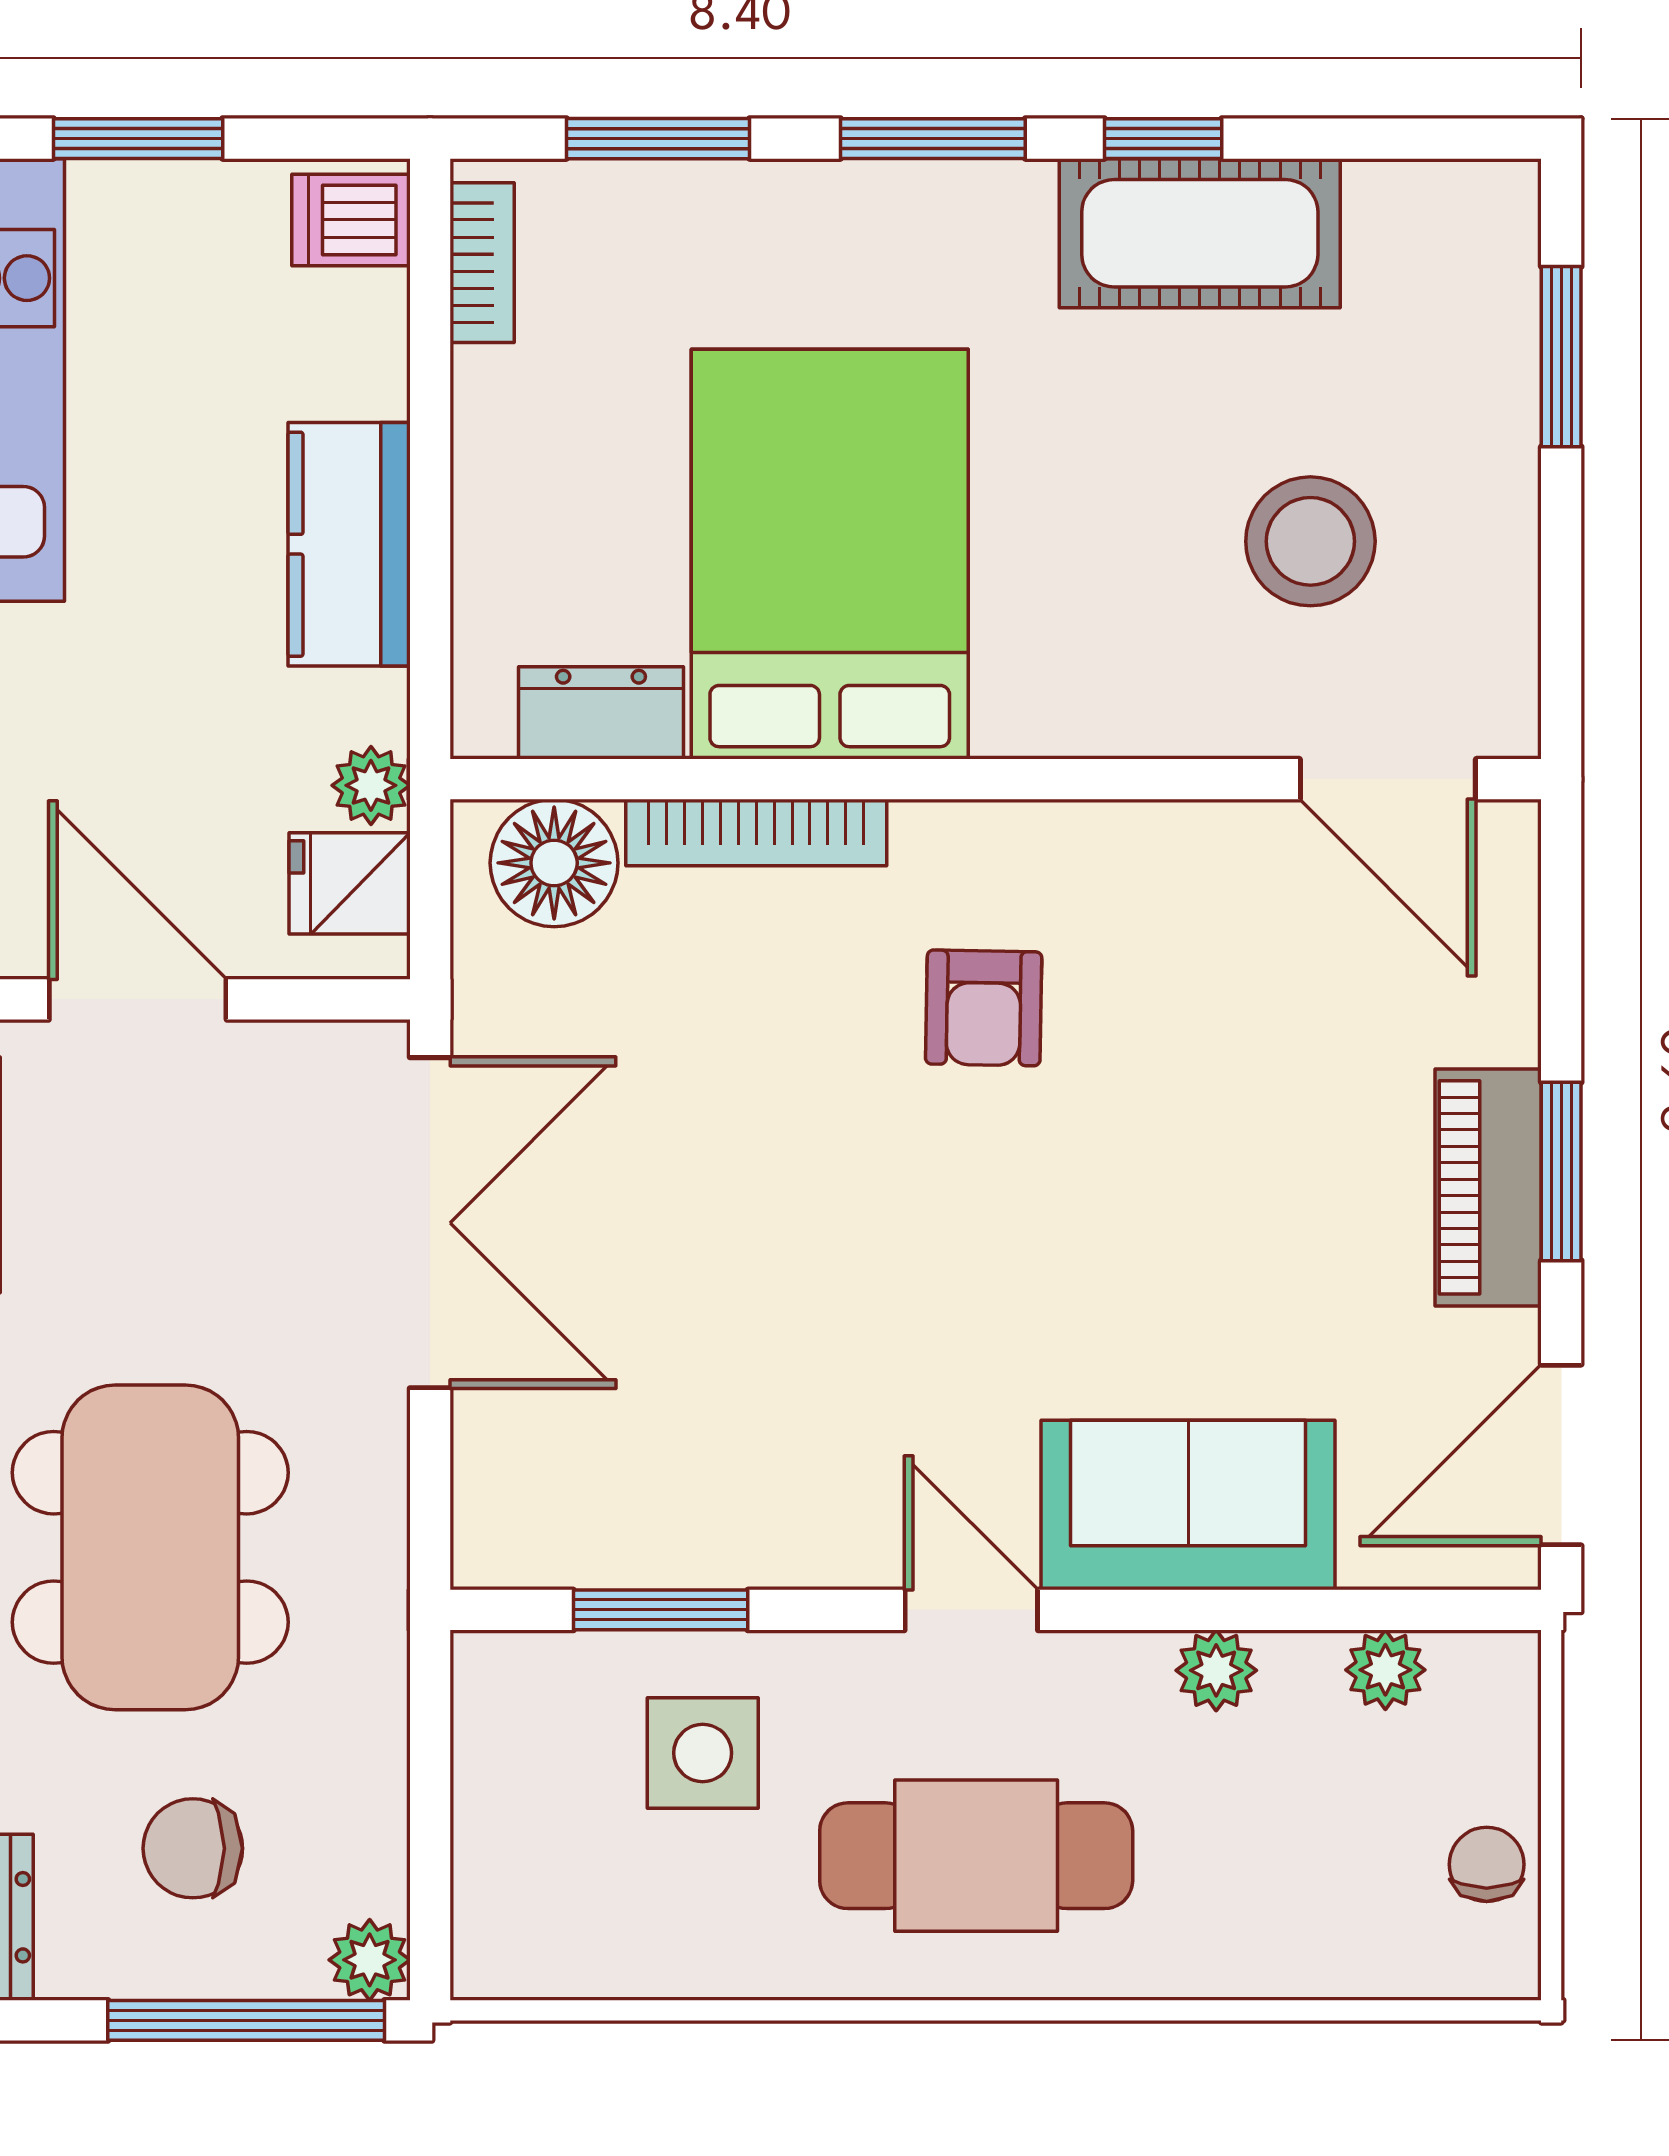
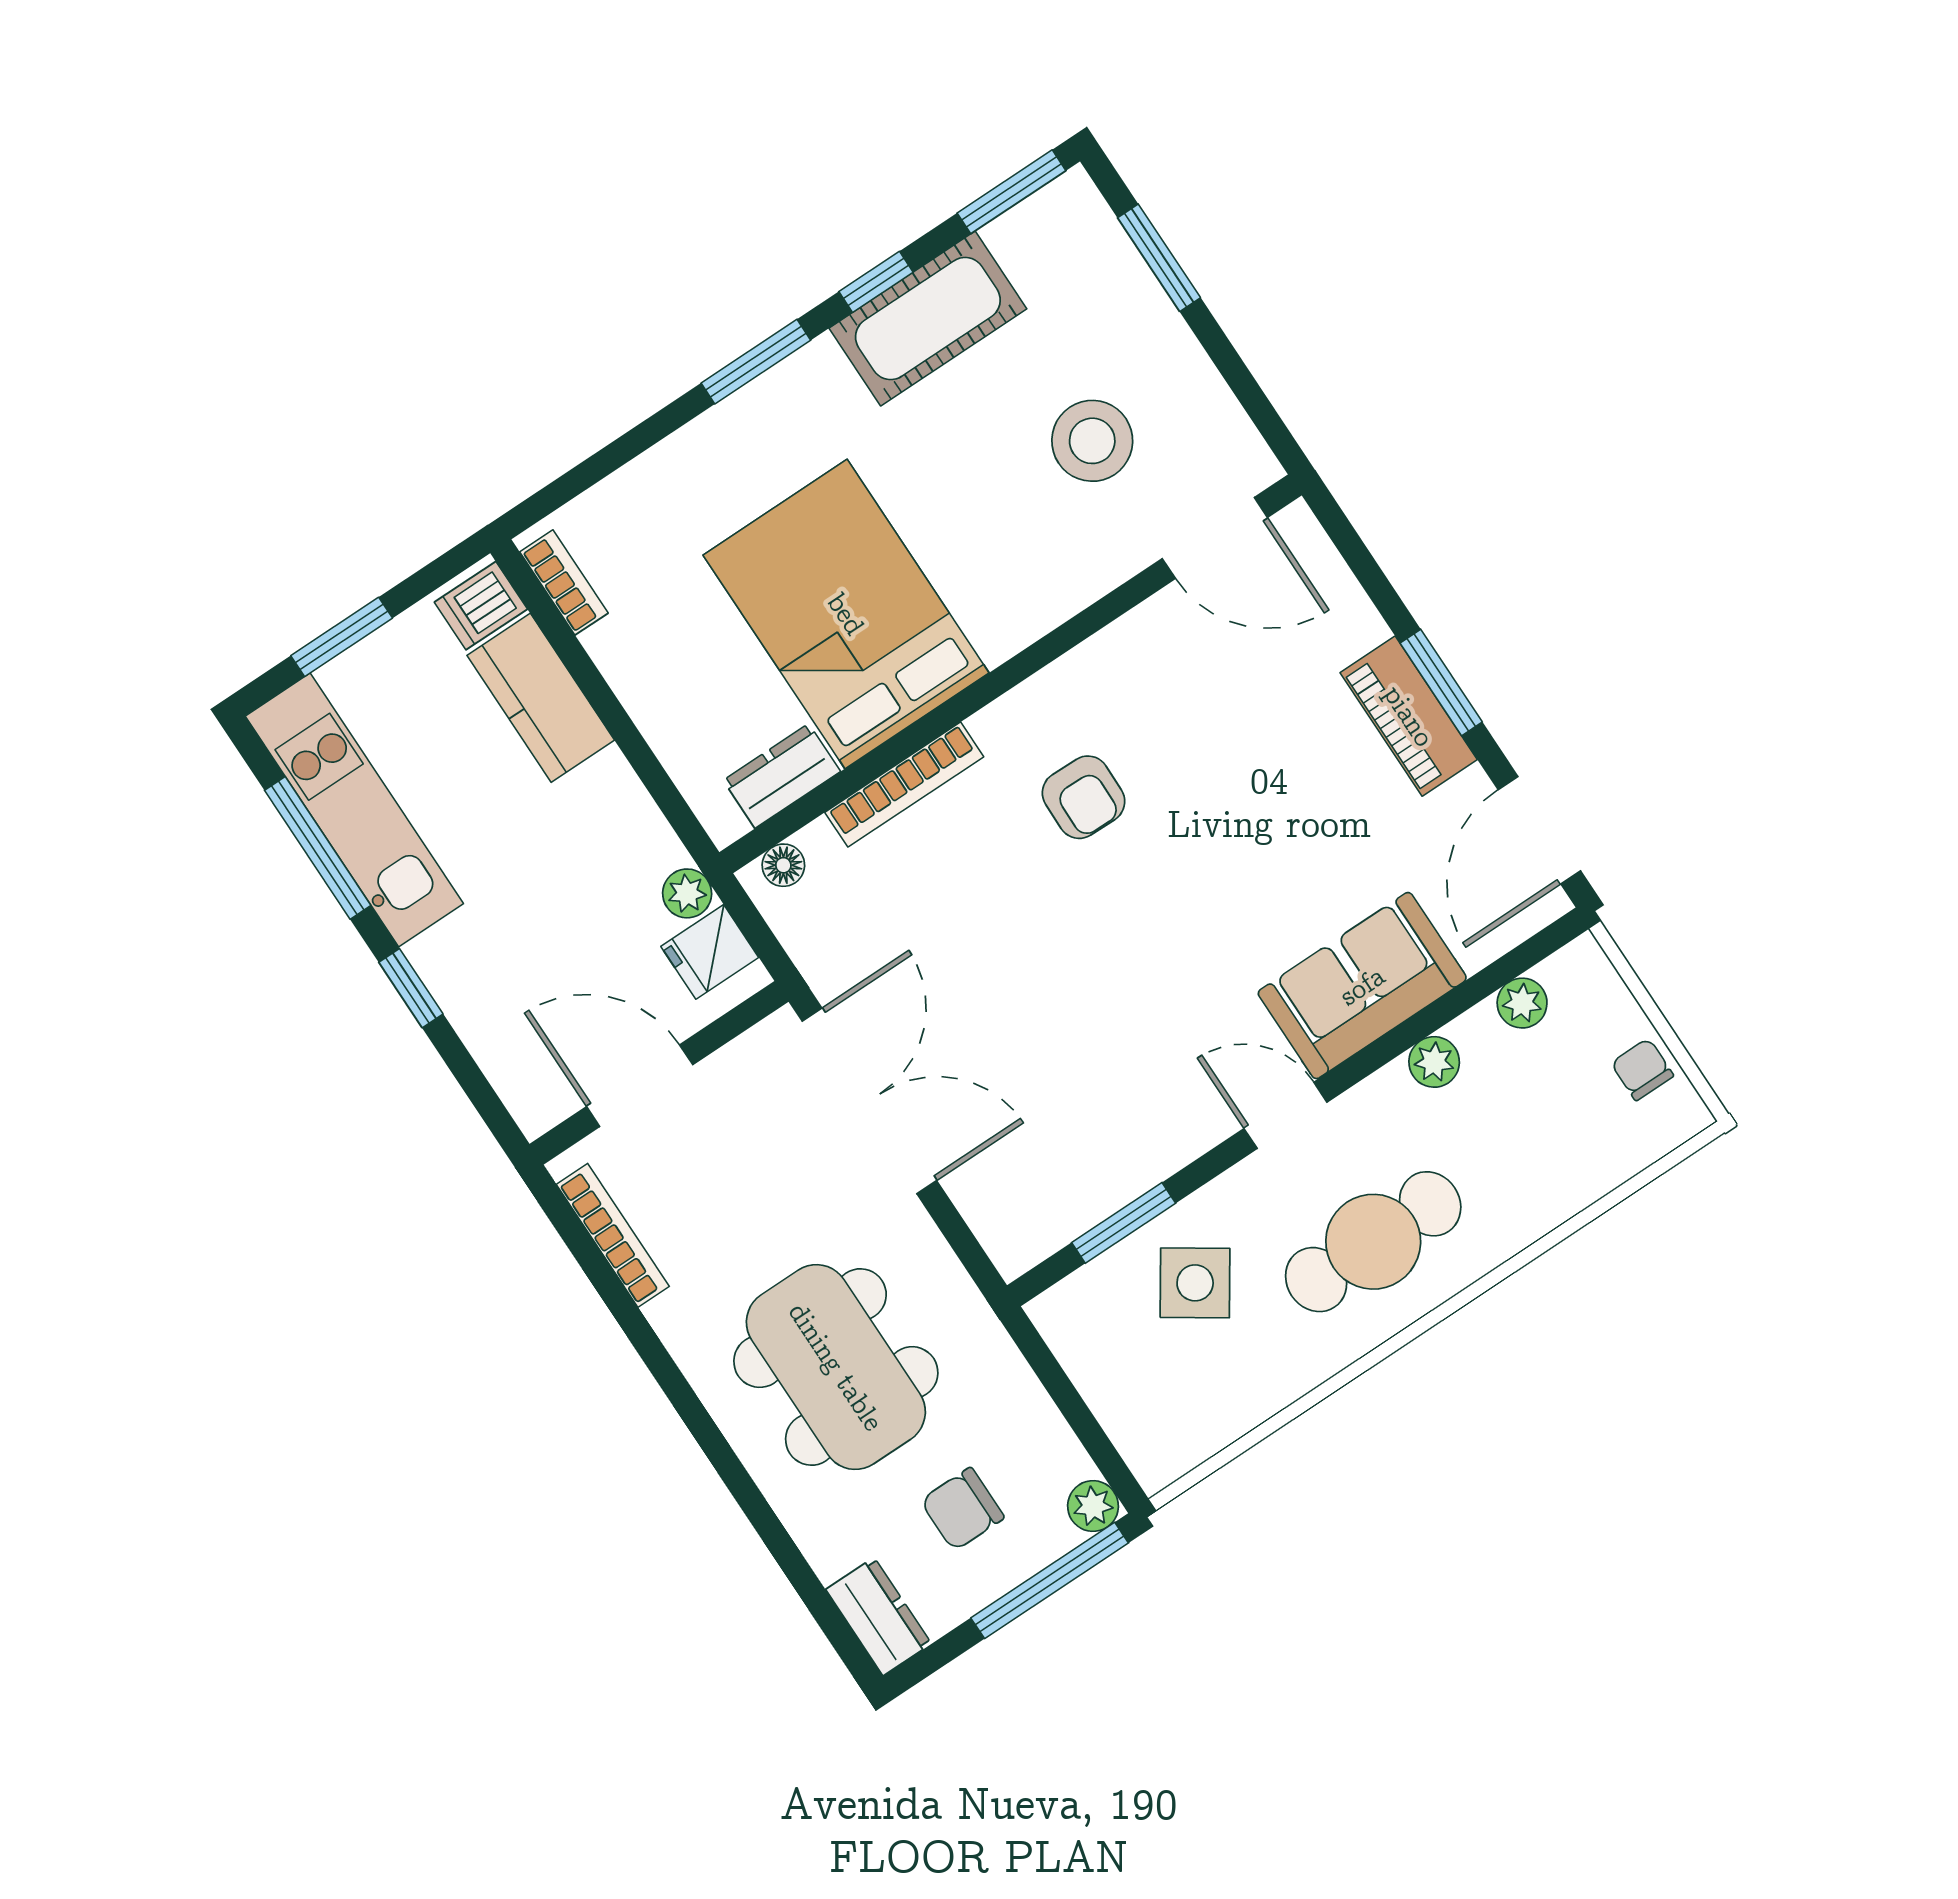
window: (658, 139) -> (1011, 192), moved
kitchen counter: (349, 544) -> (541, 698), moved
floor lamp: (554, 863) -> (783, 865), width x0.53, depth x0.53
side table: (703, 1753) -> (1195, 1283), turned 34

